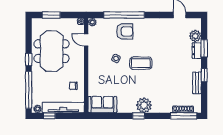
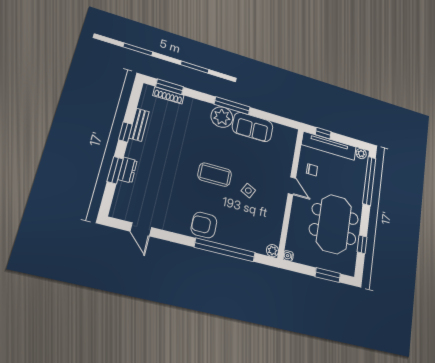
armchair: (125, 31) -> (204, 225), moved
plant: (195, 36) -> (124, 192), removed
door: (86, 40) -> (292, 186), moved
window: (29, 60) -> (362, 244), moved
sofa: (102, 105) -> (253, 127), moved
window: (49, 116) -> (323, 133), moved
window: (139, 116) -> (232, 106), width x2.17
window: (184, 116) -> (170, 87), width x0.69

